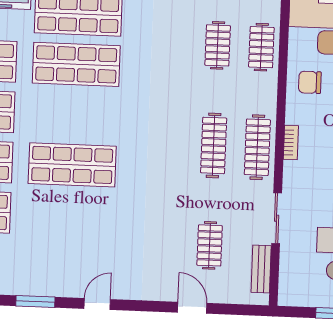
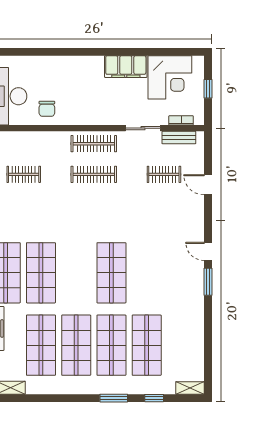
clothes rail: (261, 47) -> (24, 144), removed
bookcase: (291, 142) -> (181, 120), moved
window: (35, 301) -> (208, 282), moved
door: (192, 308) -> (208, 185), hinge flipped

